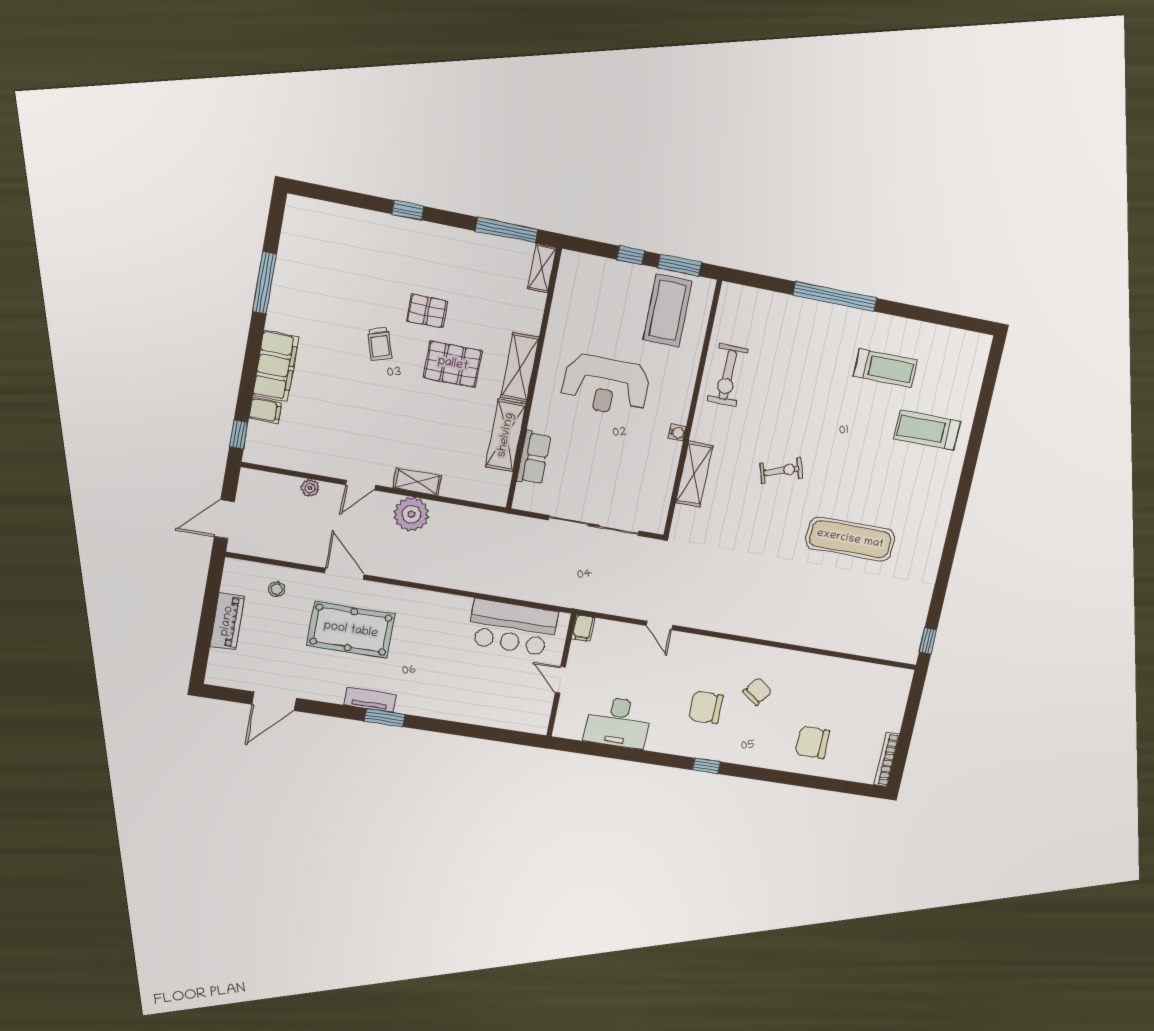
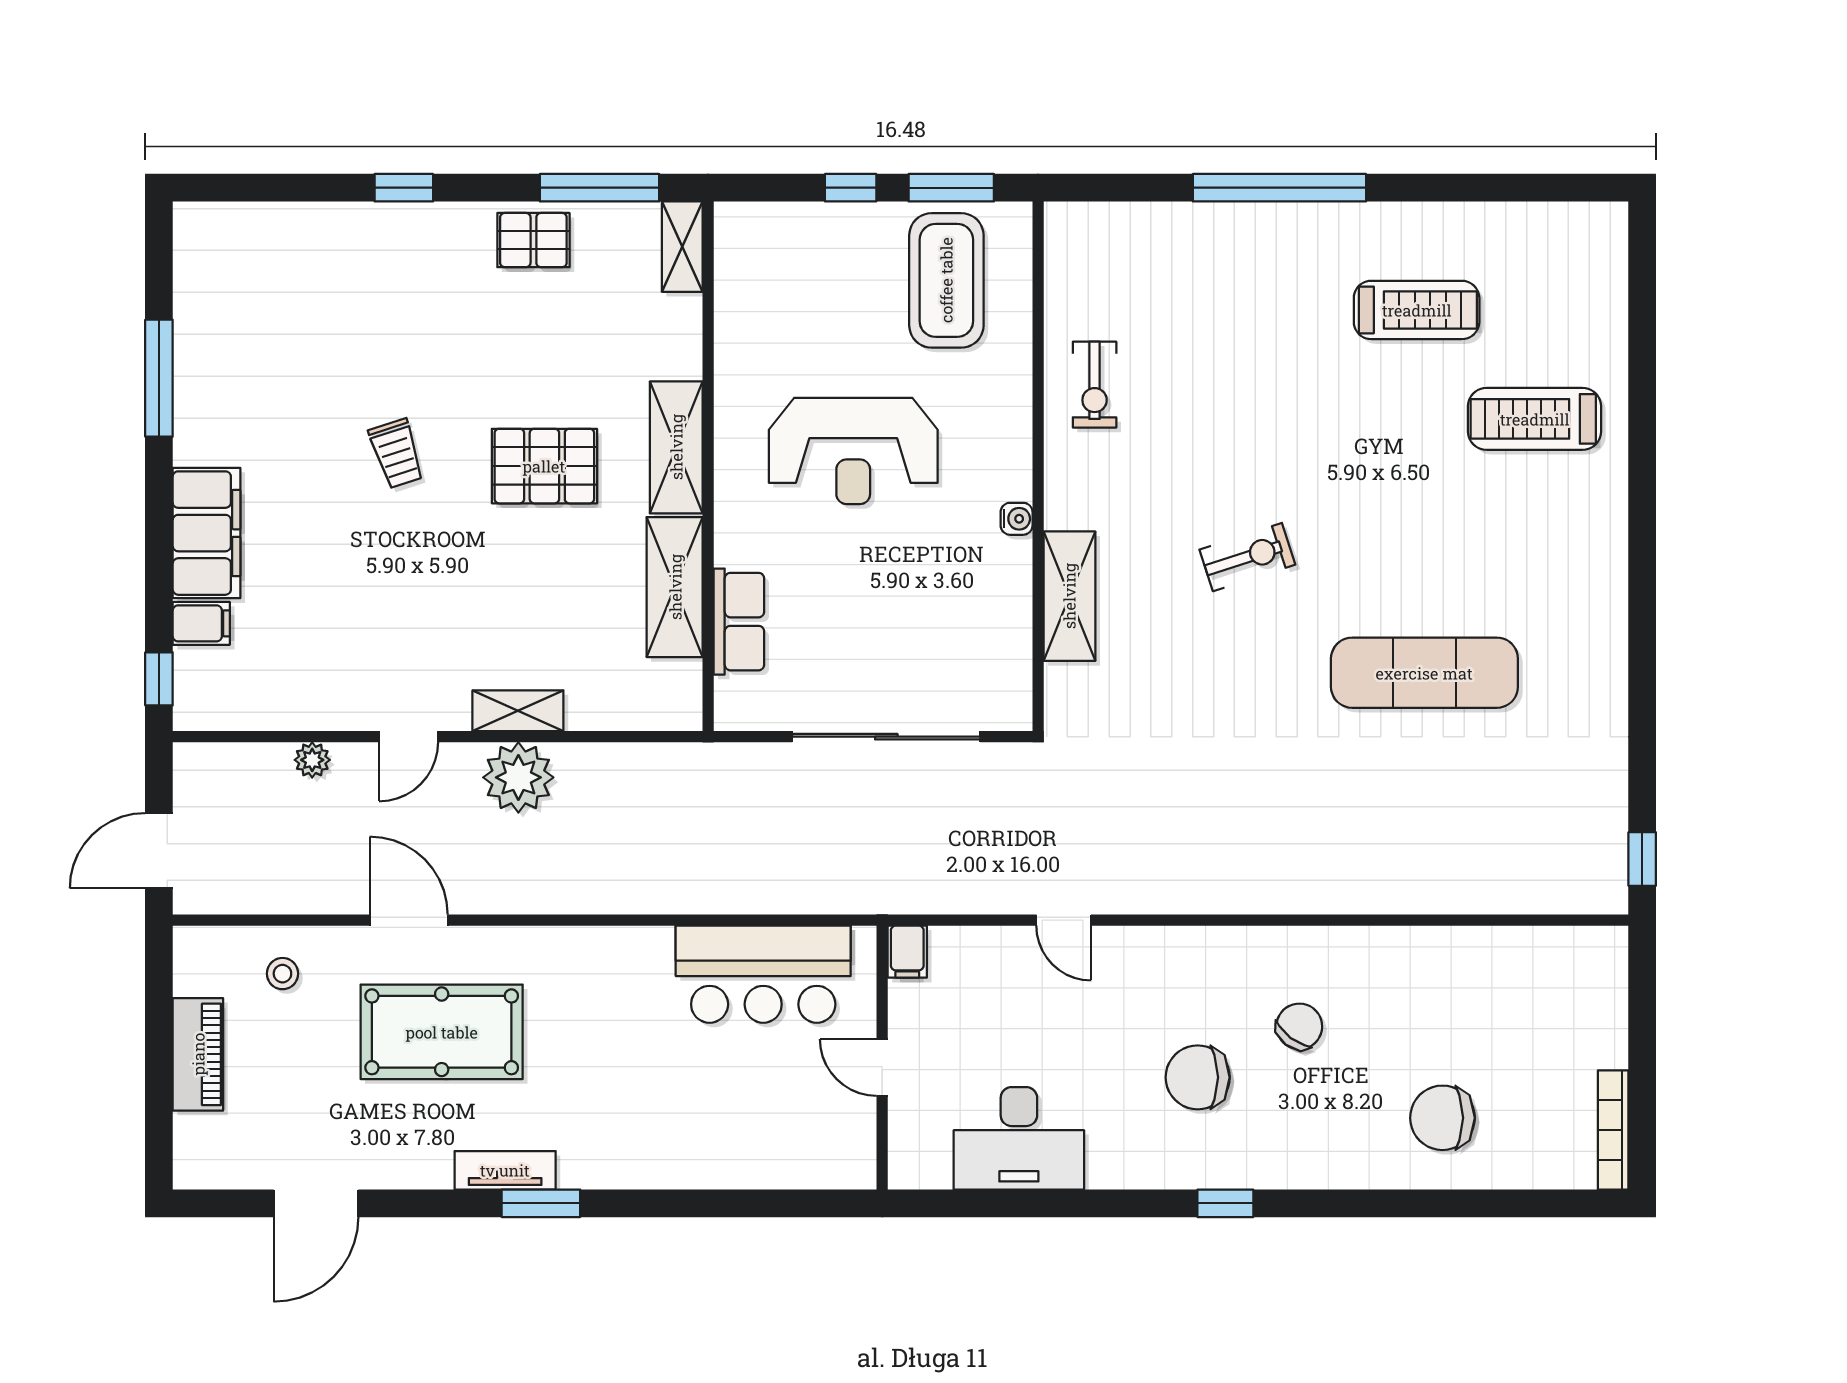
pallet: (427, 311) -> (533, 240), moved
exercise bike: (728, 375) -> (1095, 385), width x0.73, depth x0.72

